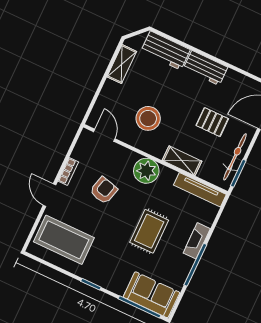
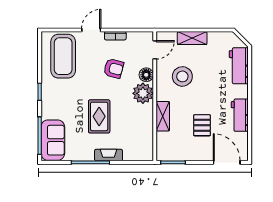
shelving: (122, 64) -> (192, 38), moved
workbench: (205, 68) -> (240, 115), moved
bicycle: (235, 157) -> (184, 154), removed
floor lamp: (128, 158) -> (146, 75), added
tv unit: (200, 190) -> (147, 140), removed
rug: (149, 231) -> (99, 116), turned 90

